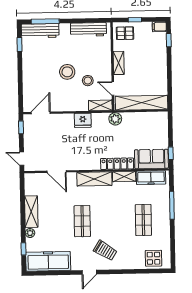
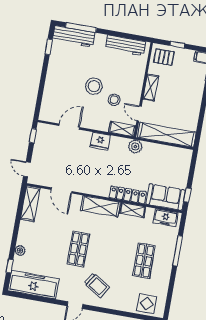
door: (41, 113) -> (69, 127), moved
freezer: (151, 178) -> (166, 218), width x0.71
shelving: (31, 212) -> (30, 204), moved

